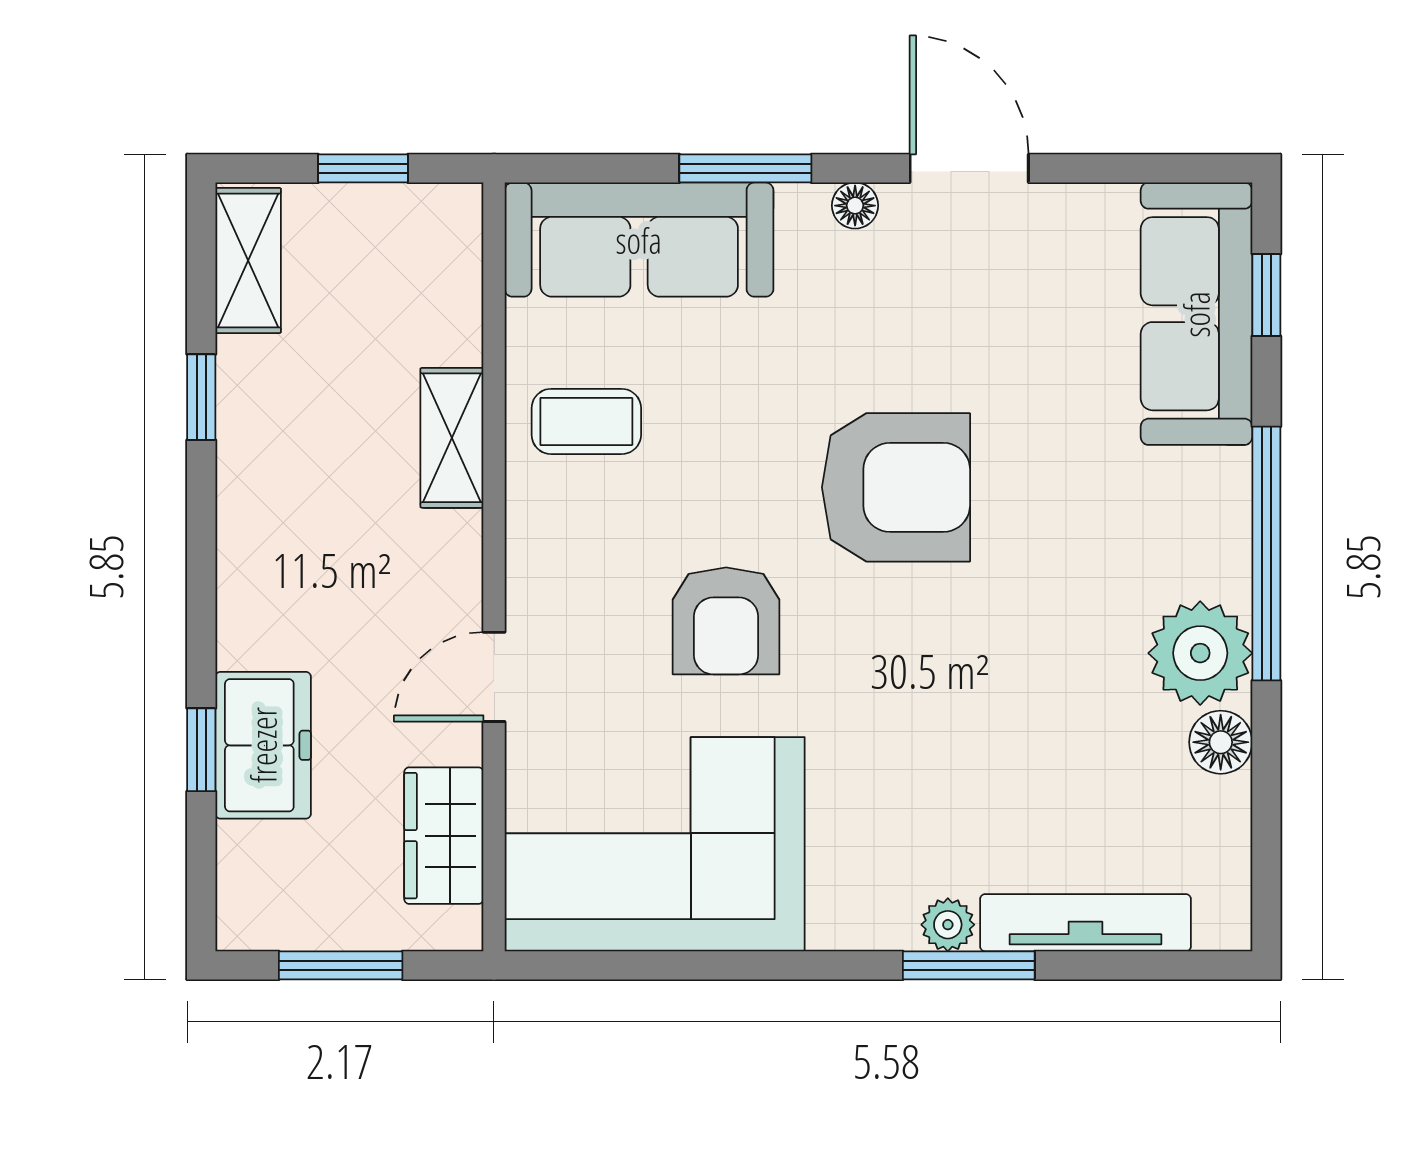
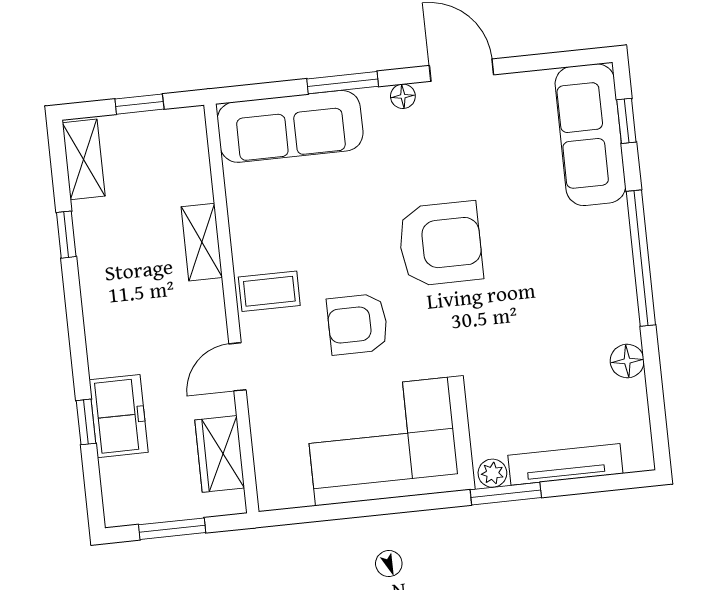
coffee table: (586, 421) -> (269, 291), moved
armchair: (726, 621) -> (358, 324), turned 90
plant: (1200, 653) -> (611, 315), removed
corner sofa: (655, 844) -> (389, 441), moved

